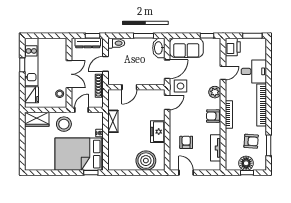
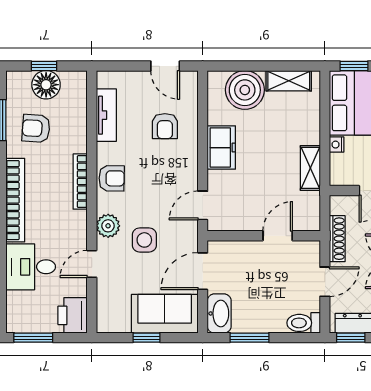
window: (207, 36) -> (147, 338), moved
side table: (180, 86) -> (144, 240), moved
shelving: (124, 165) -> (289, 81), added

